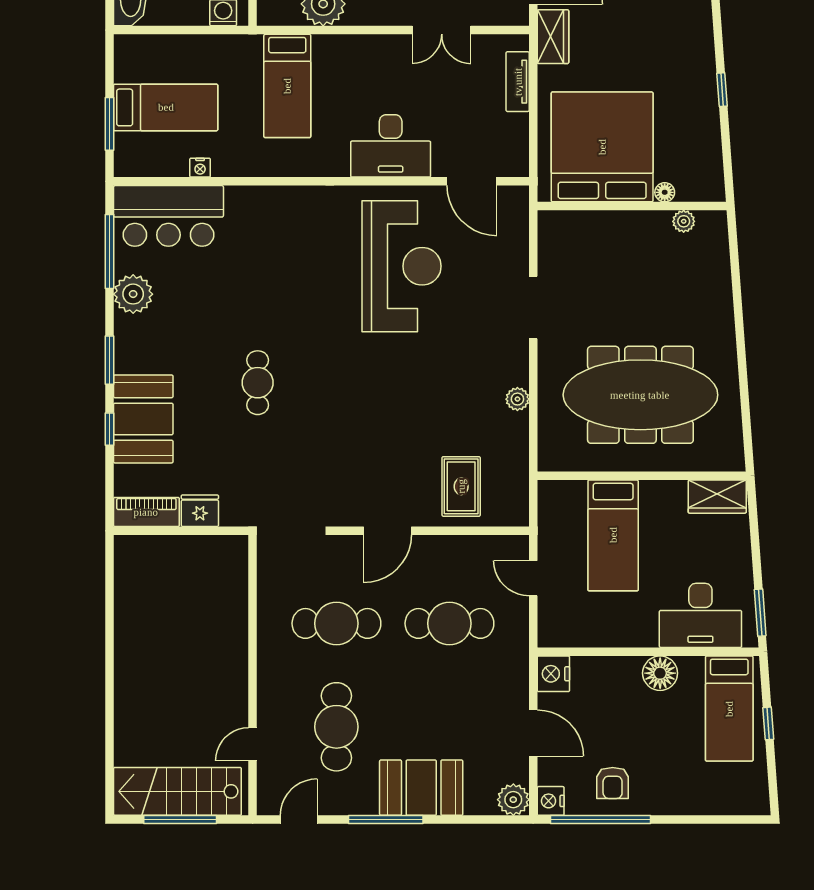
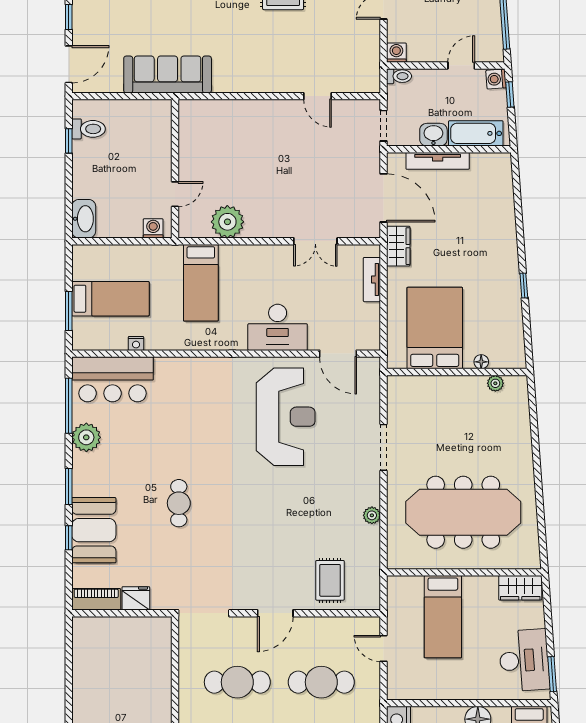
bed: (602, 147) -> (435, 328), width x0.73
desk: (700, 615) -> (524, 660), moved, turned -94

